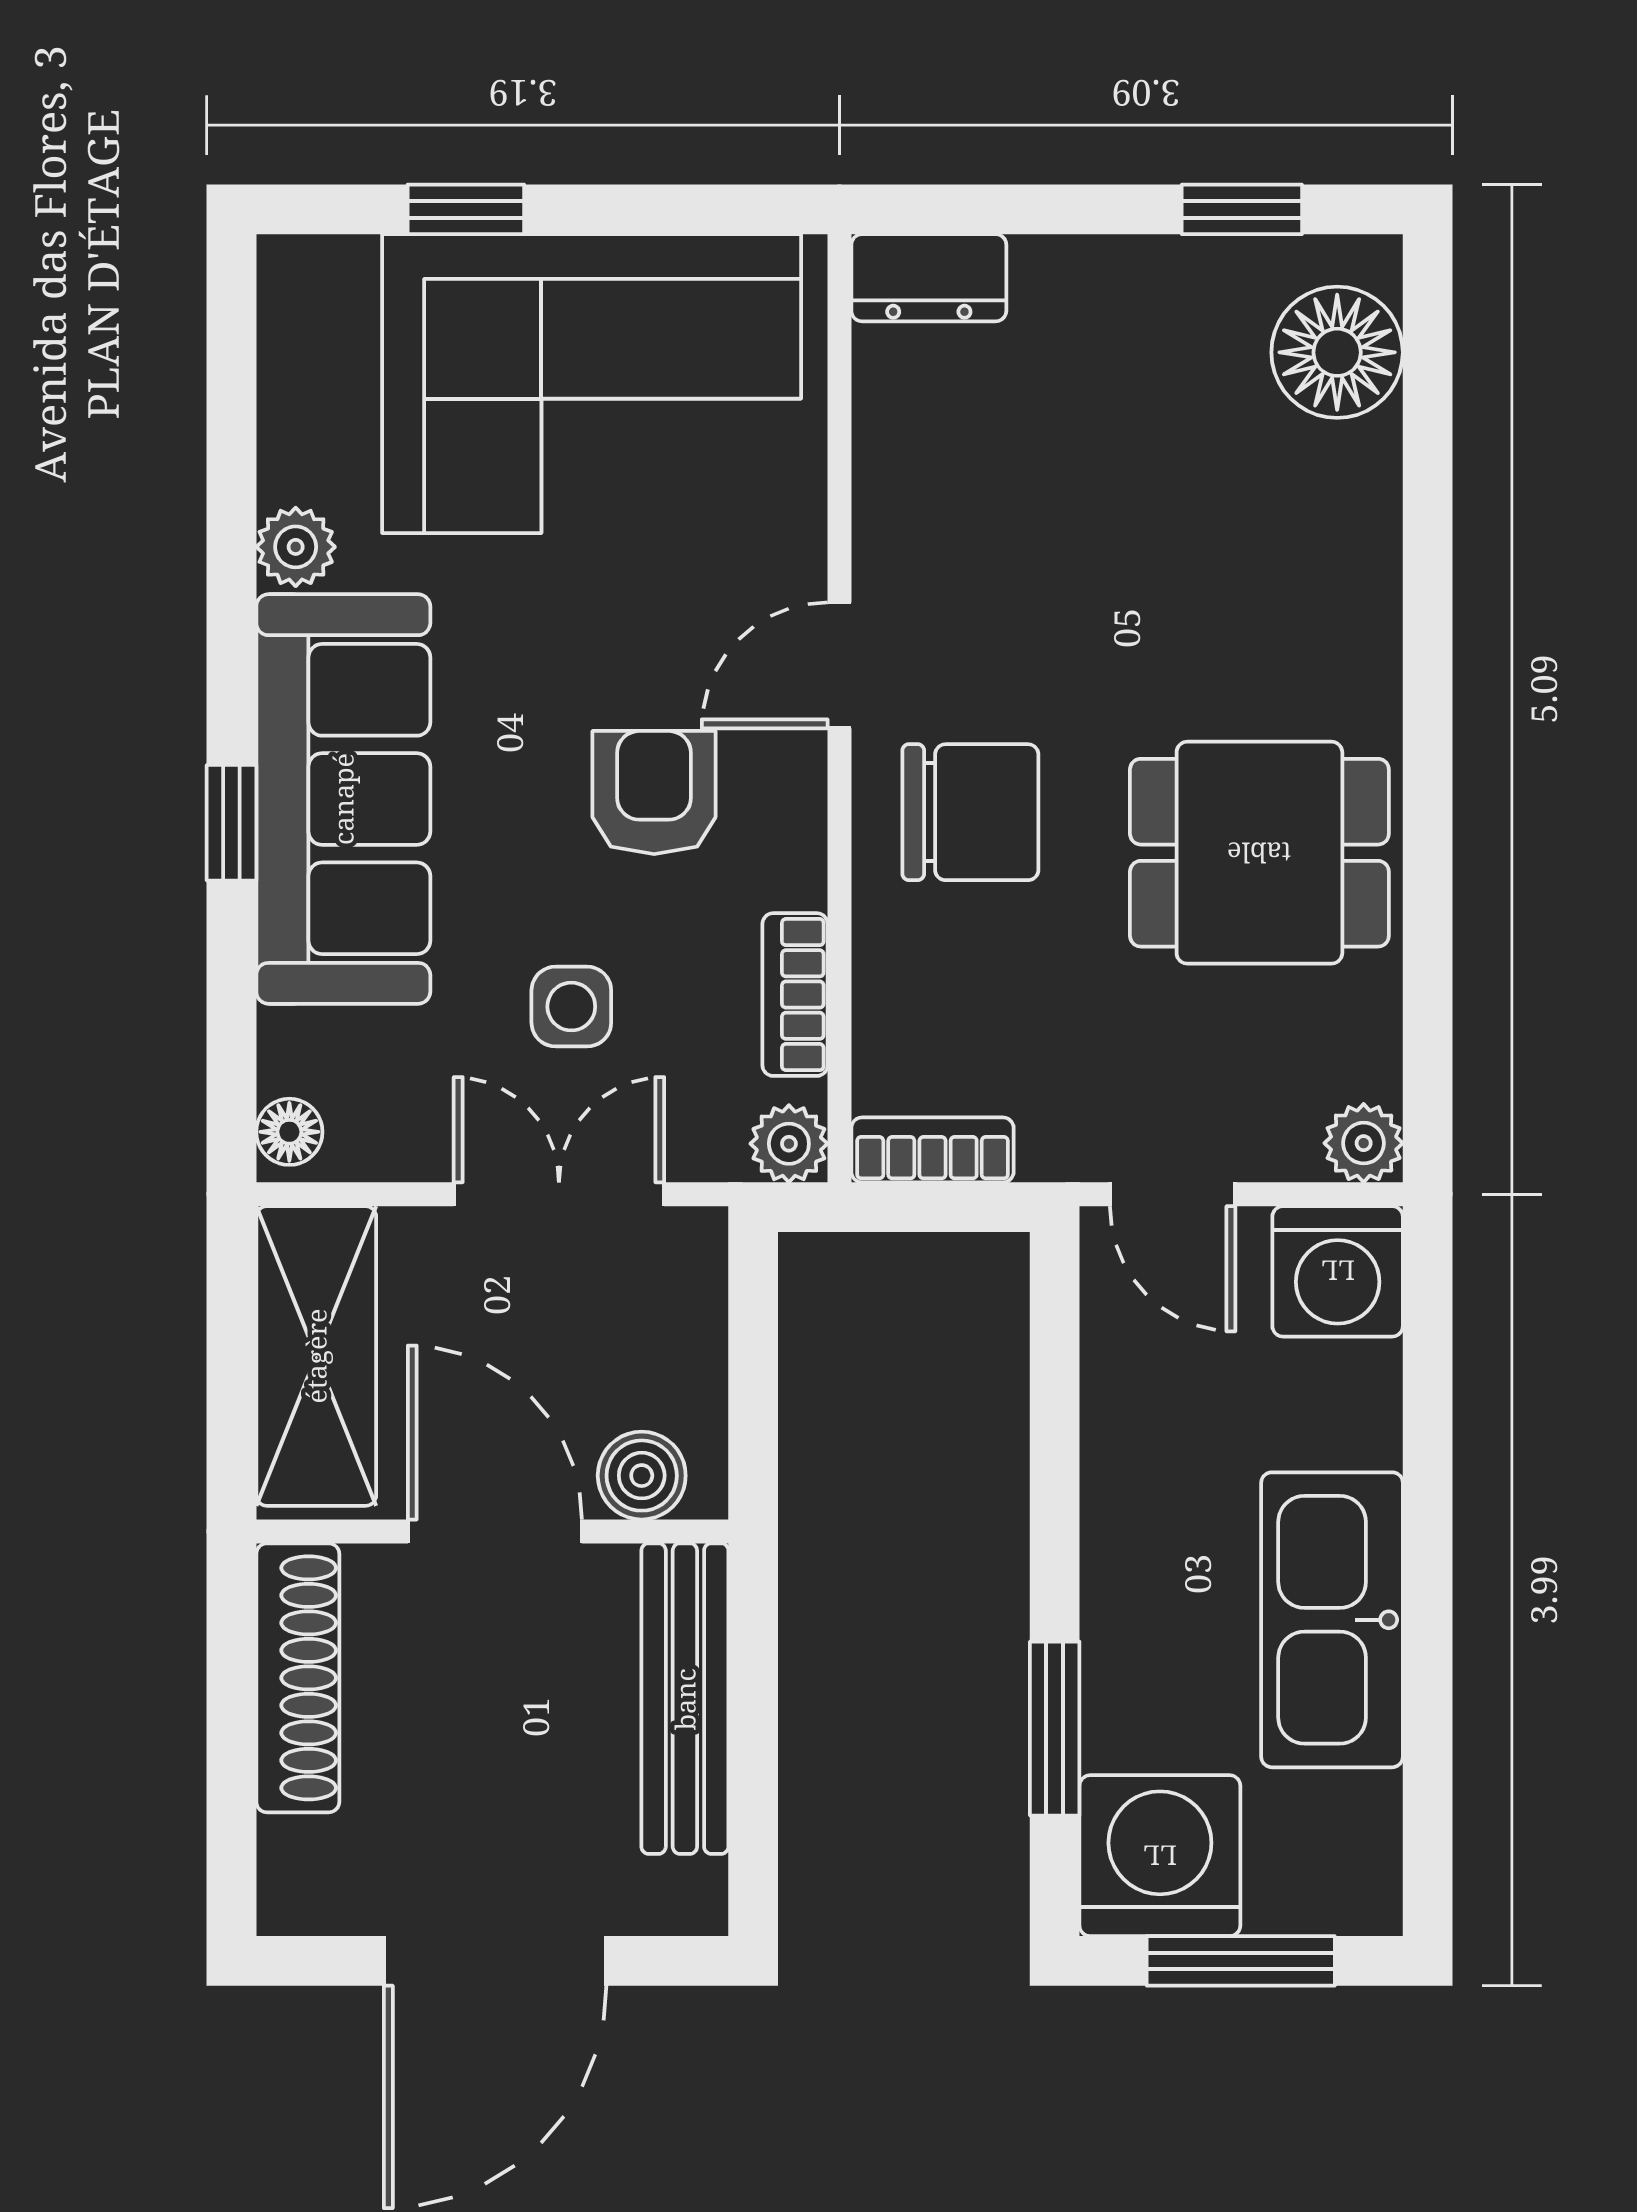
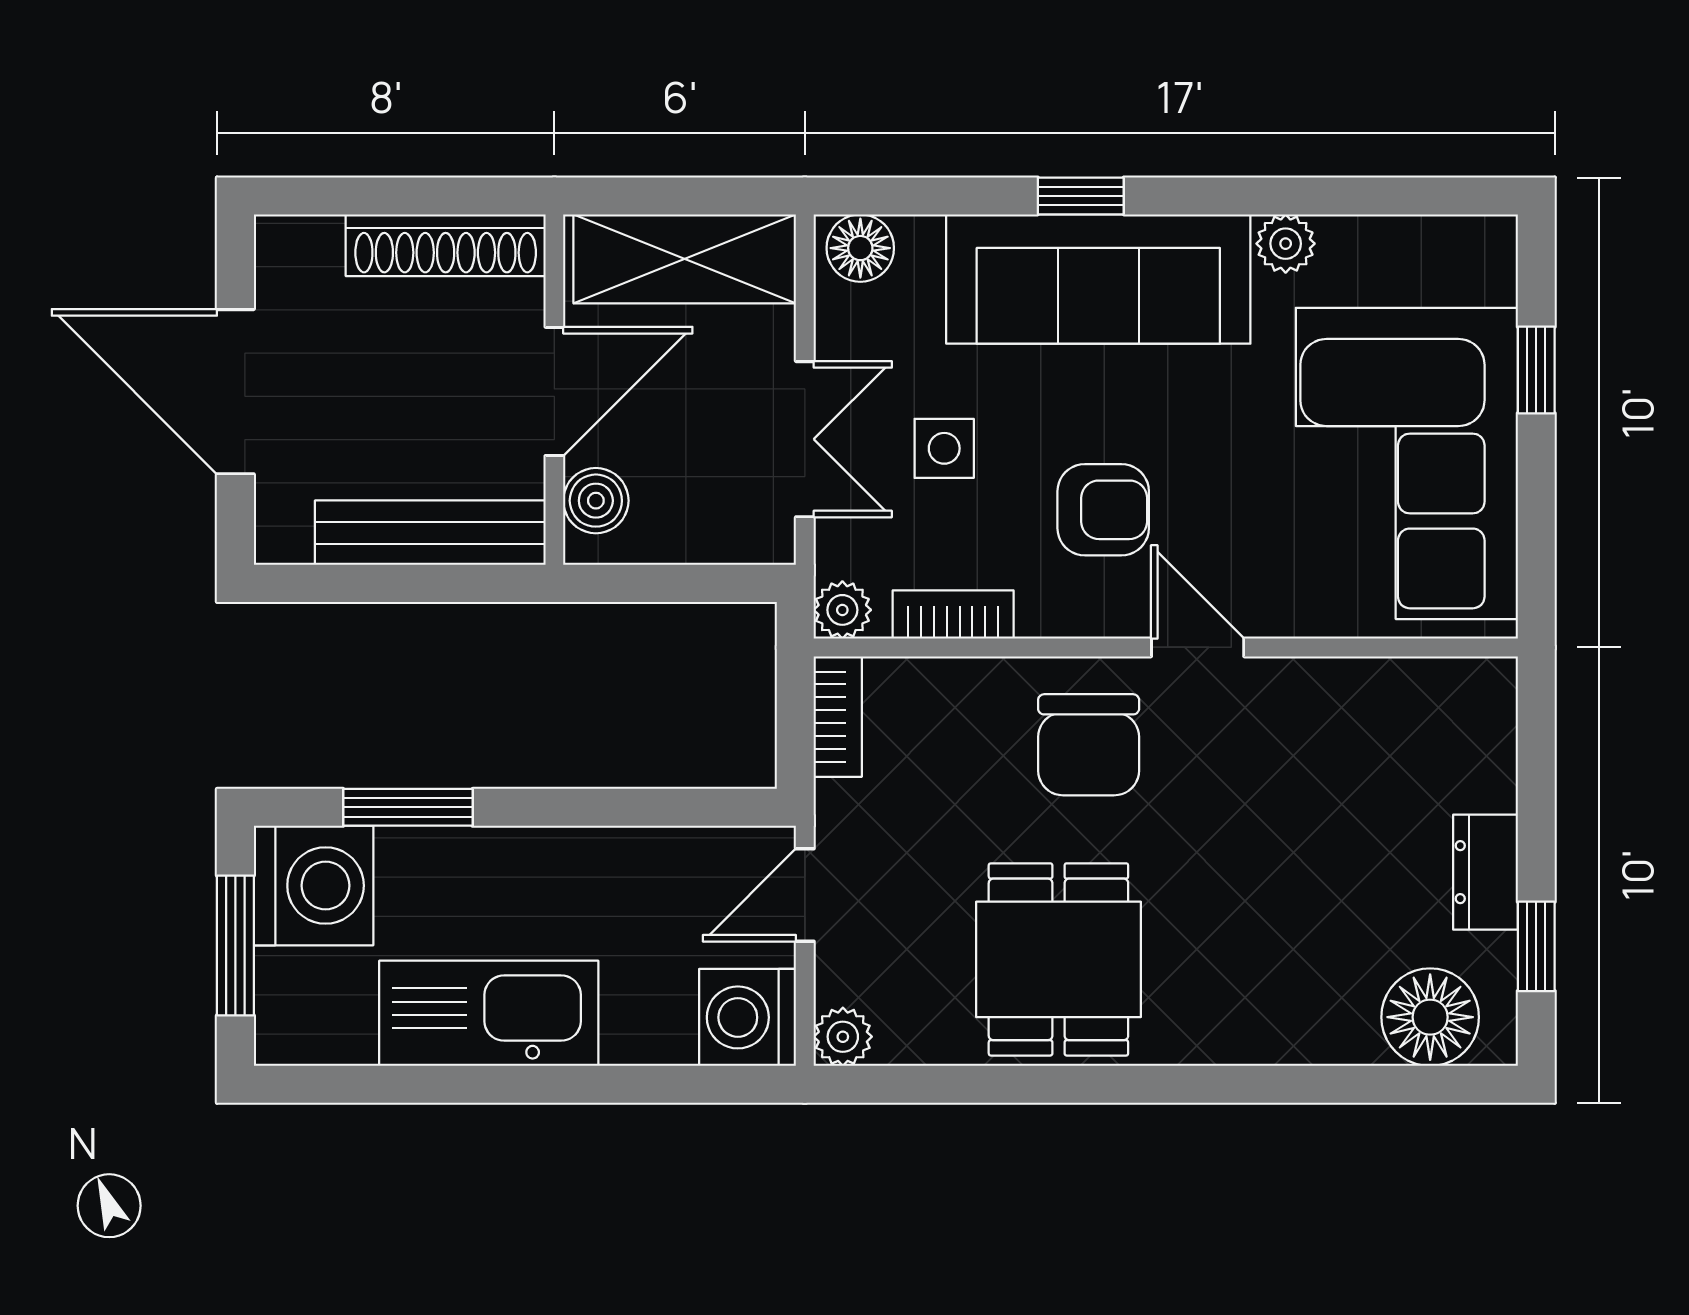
dresser: (929, 278) -> (1485, 872), moved
floor lamp: (289, 1132) -> (860, 248), width x1.37, depth x1.37

